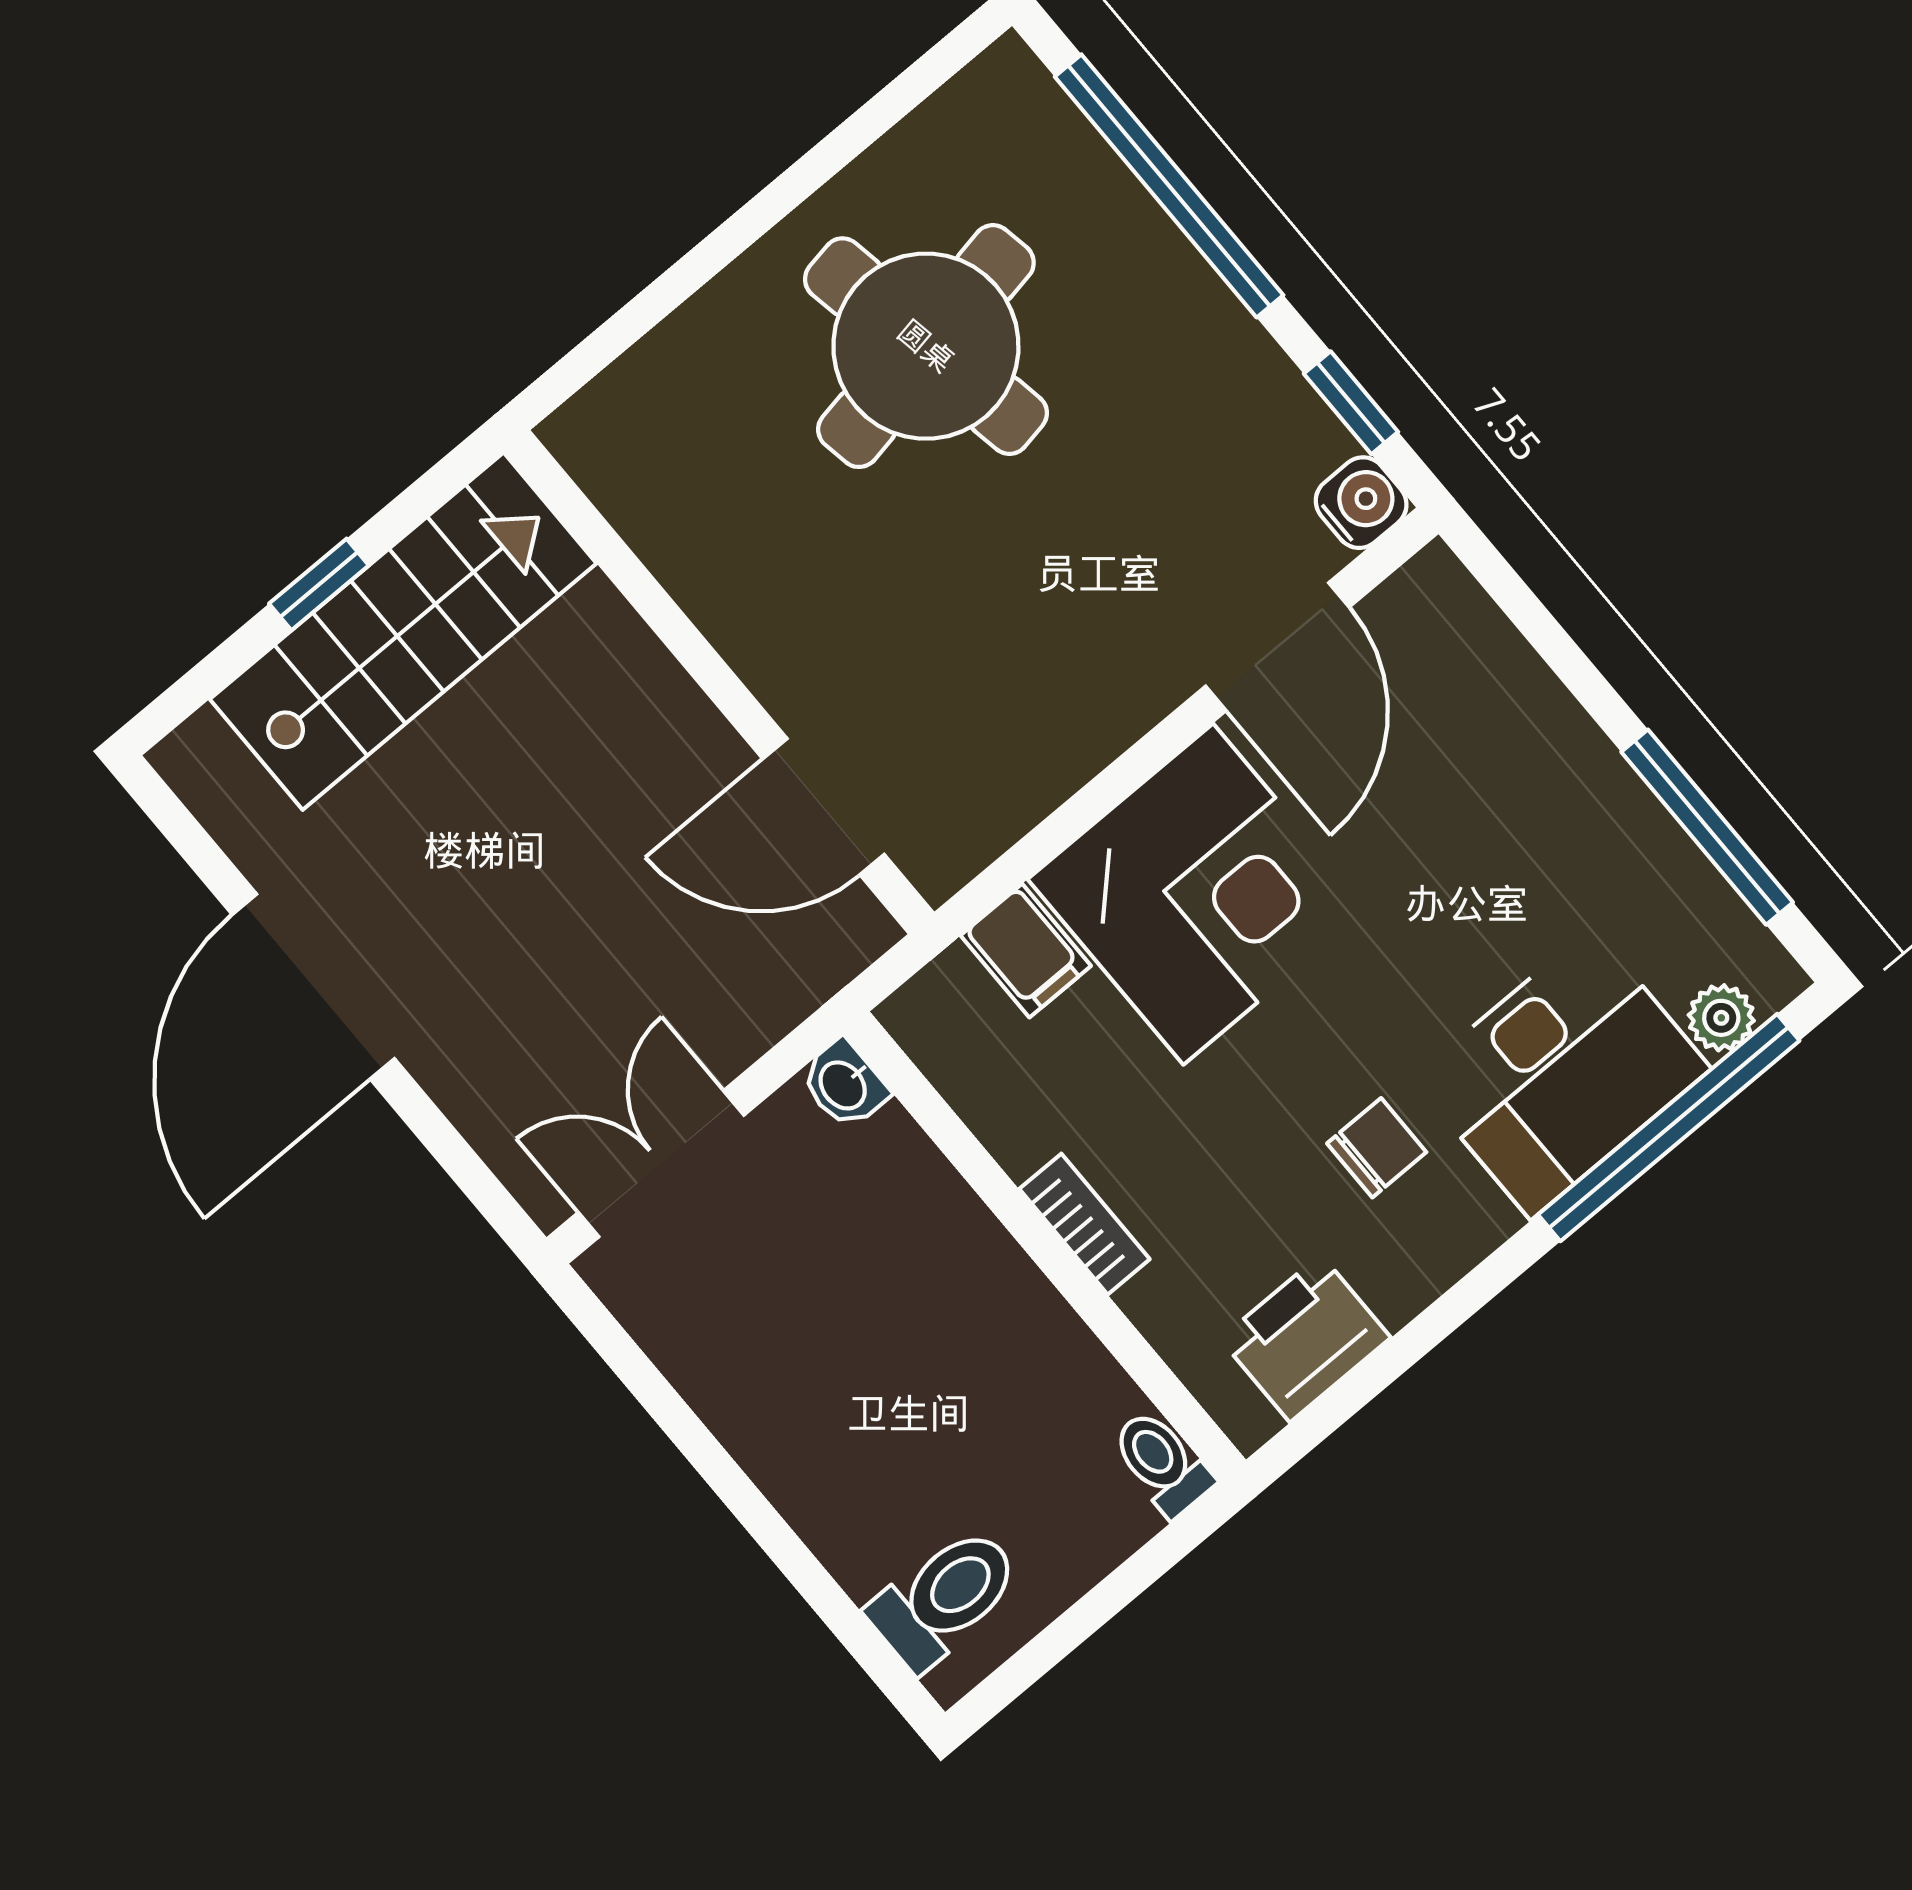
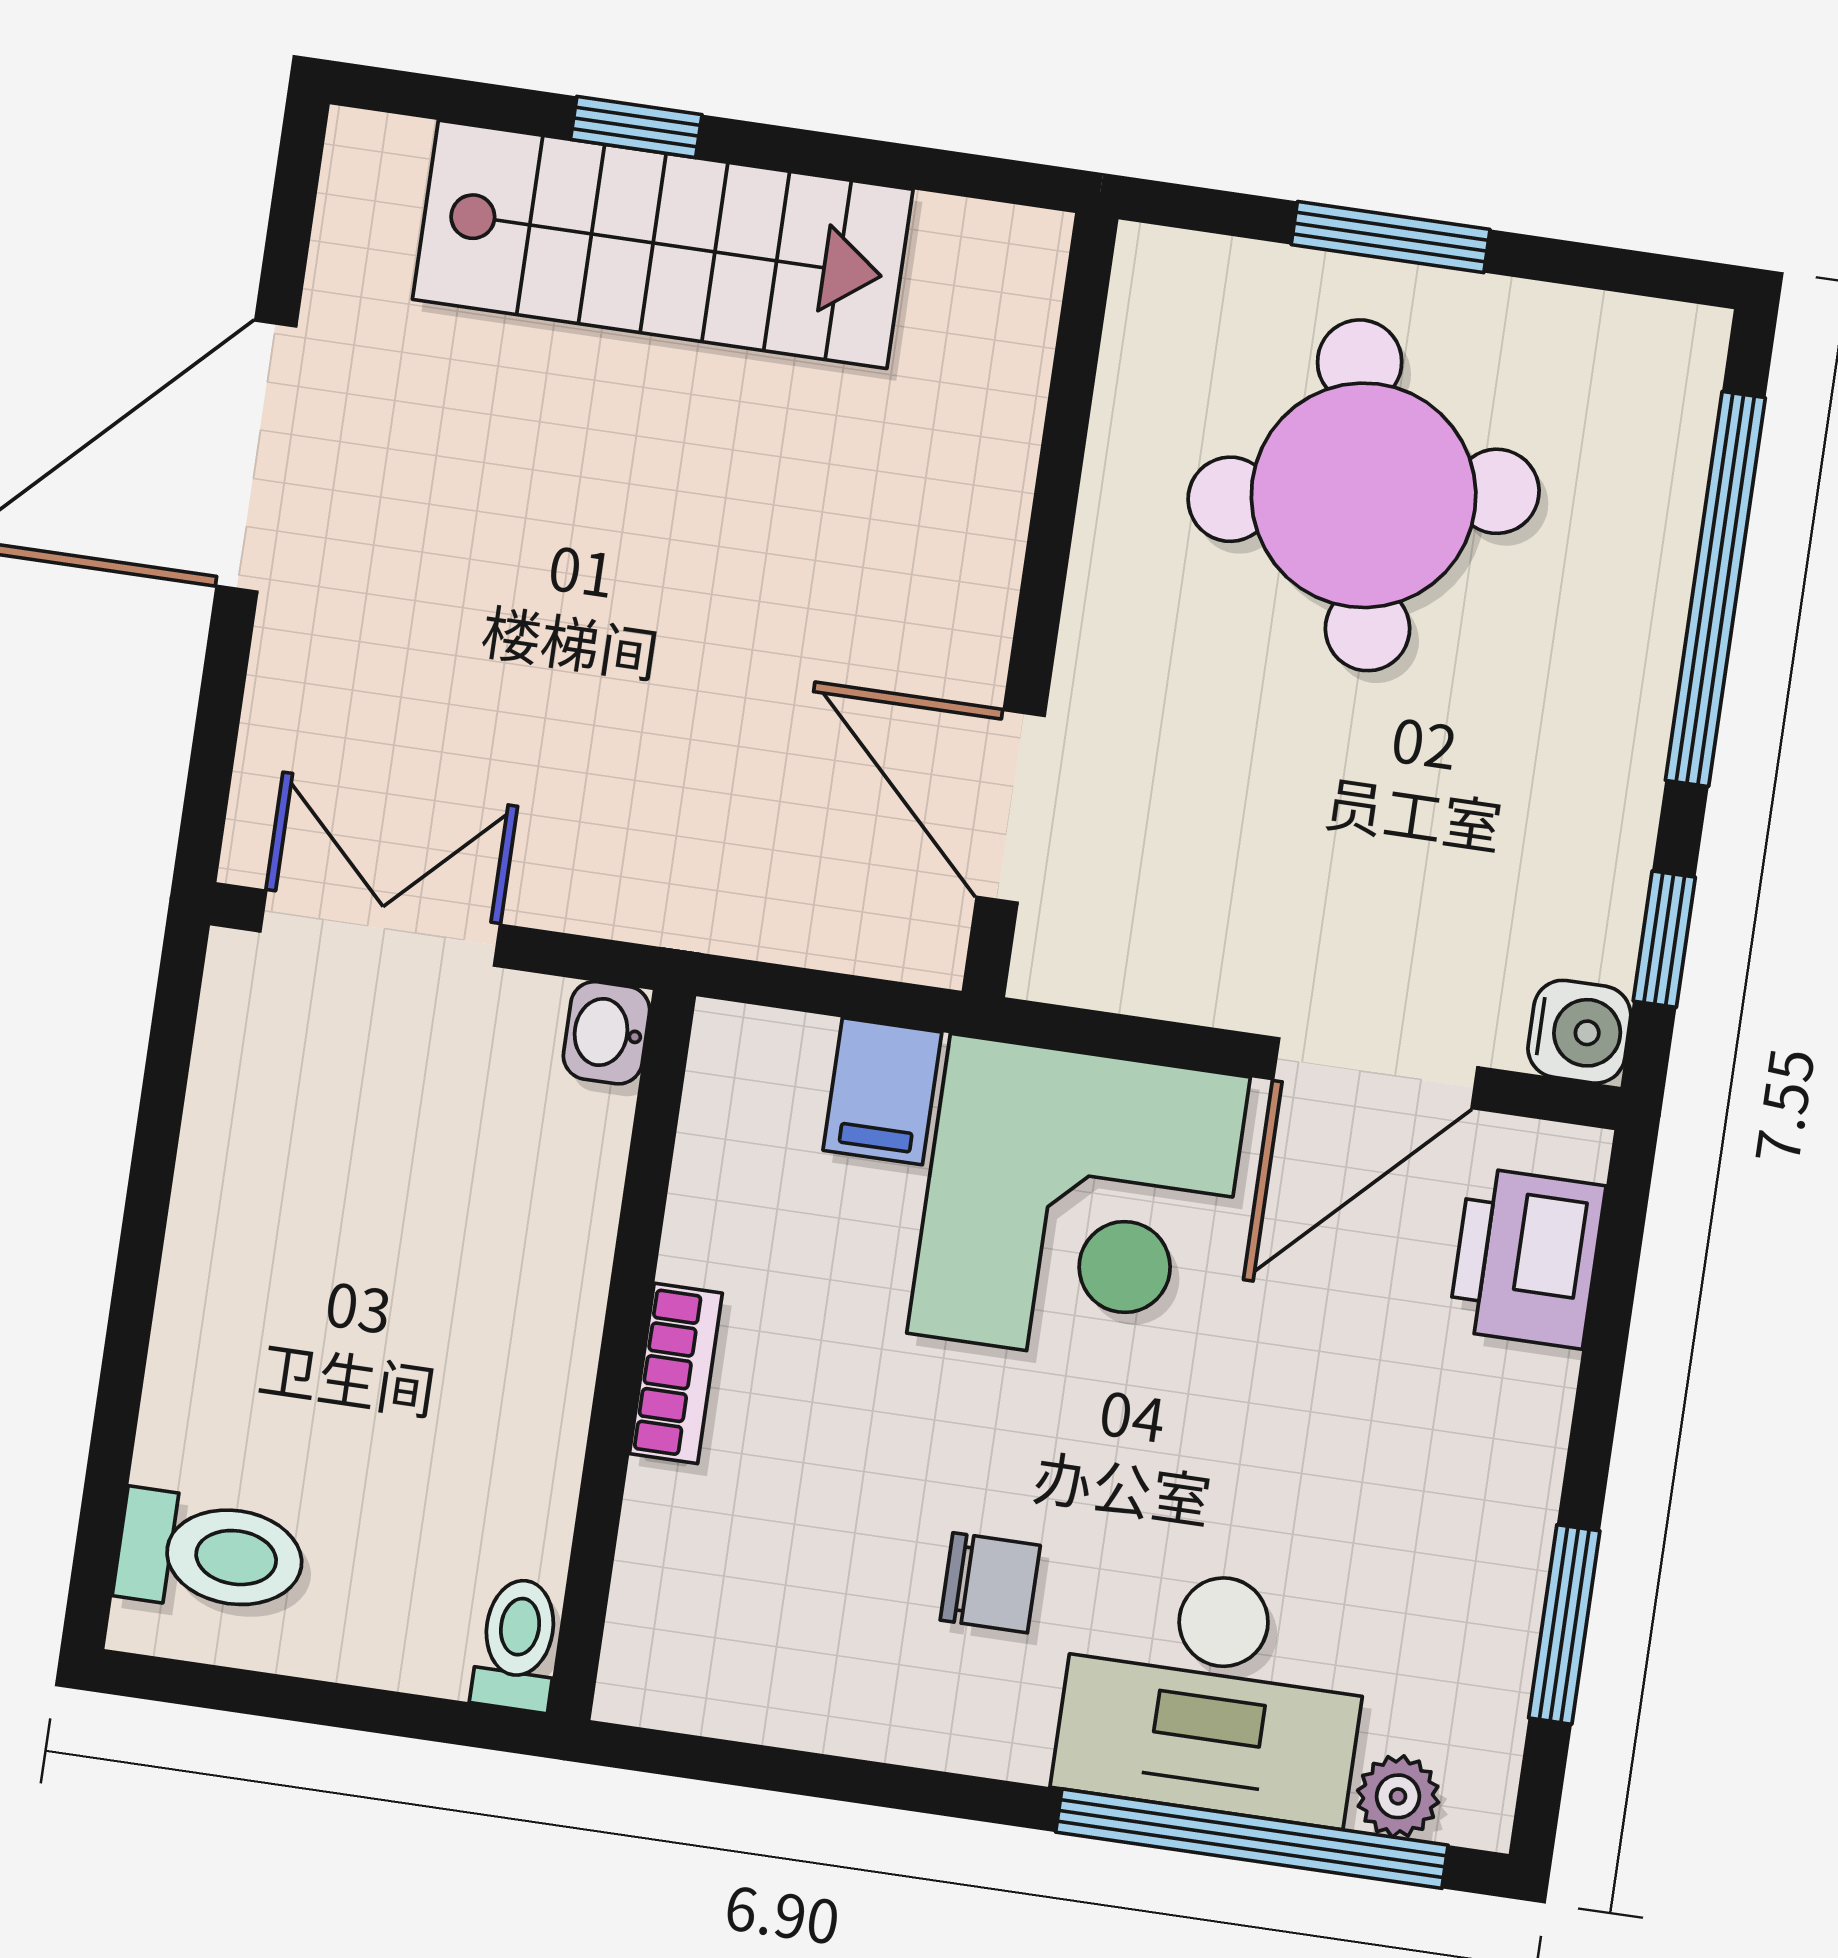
window: (786, 193) -> (1391, 237), added
wall: (719, 682) -> (1040, 605), moved
door: (824, 807) -> (1011, 806), moved
window: (1707, 827) -> (1564, 1624), width x0.69
printer: (1305, 1338) -> (1527, 1258), moved, turned -90

